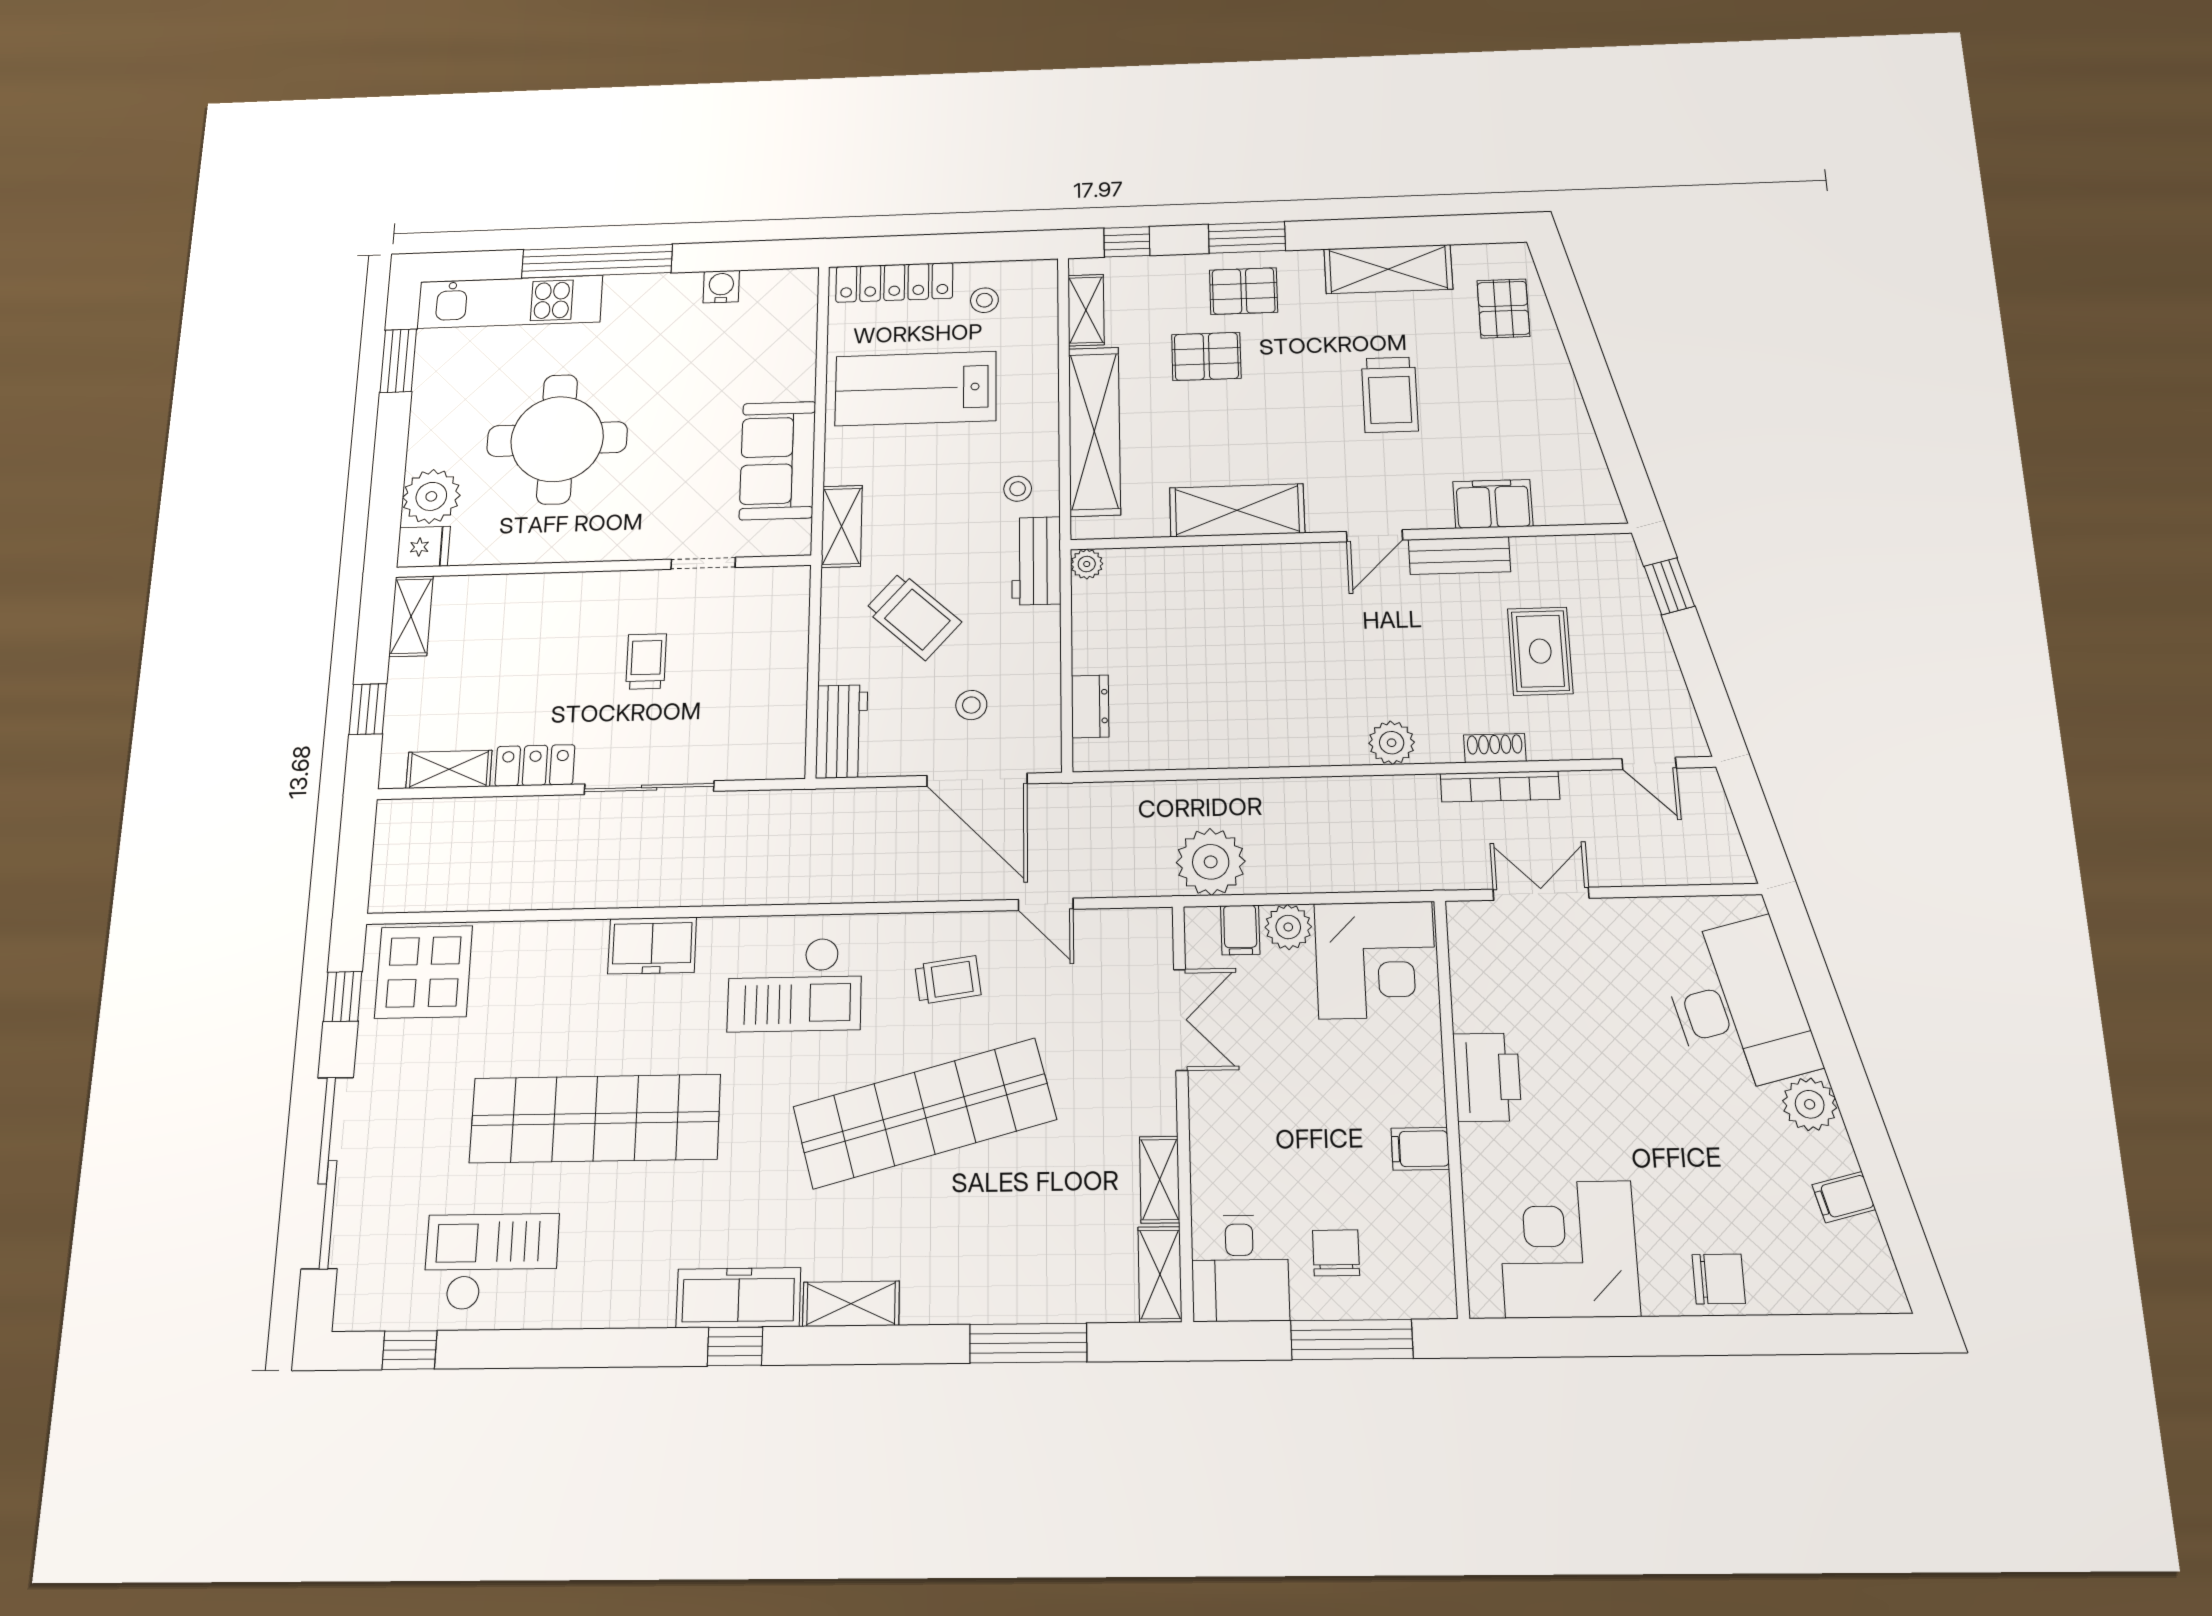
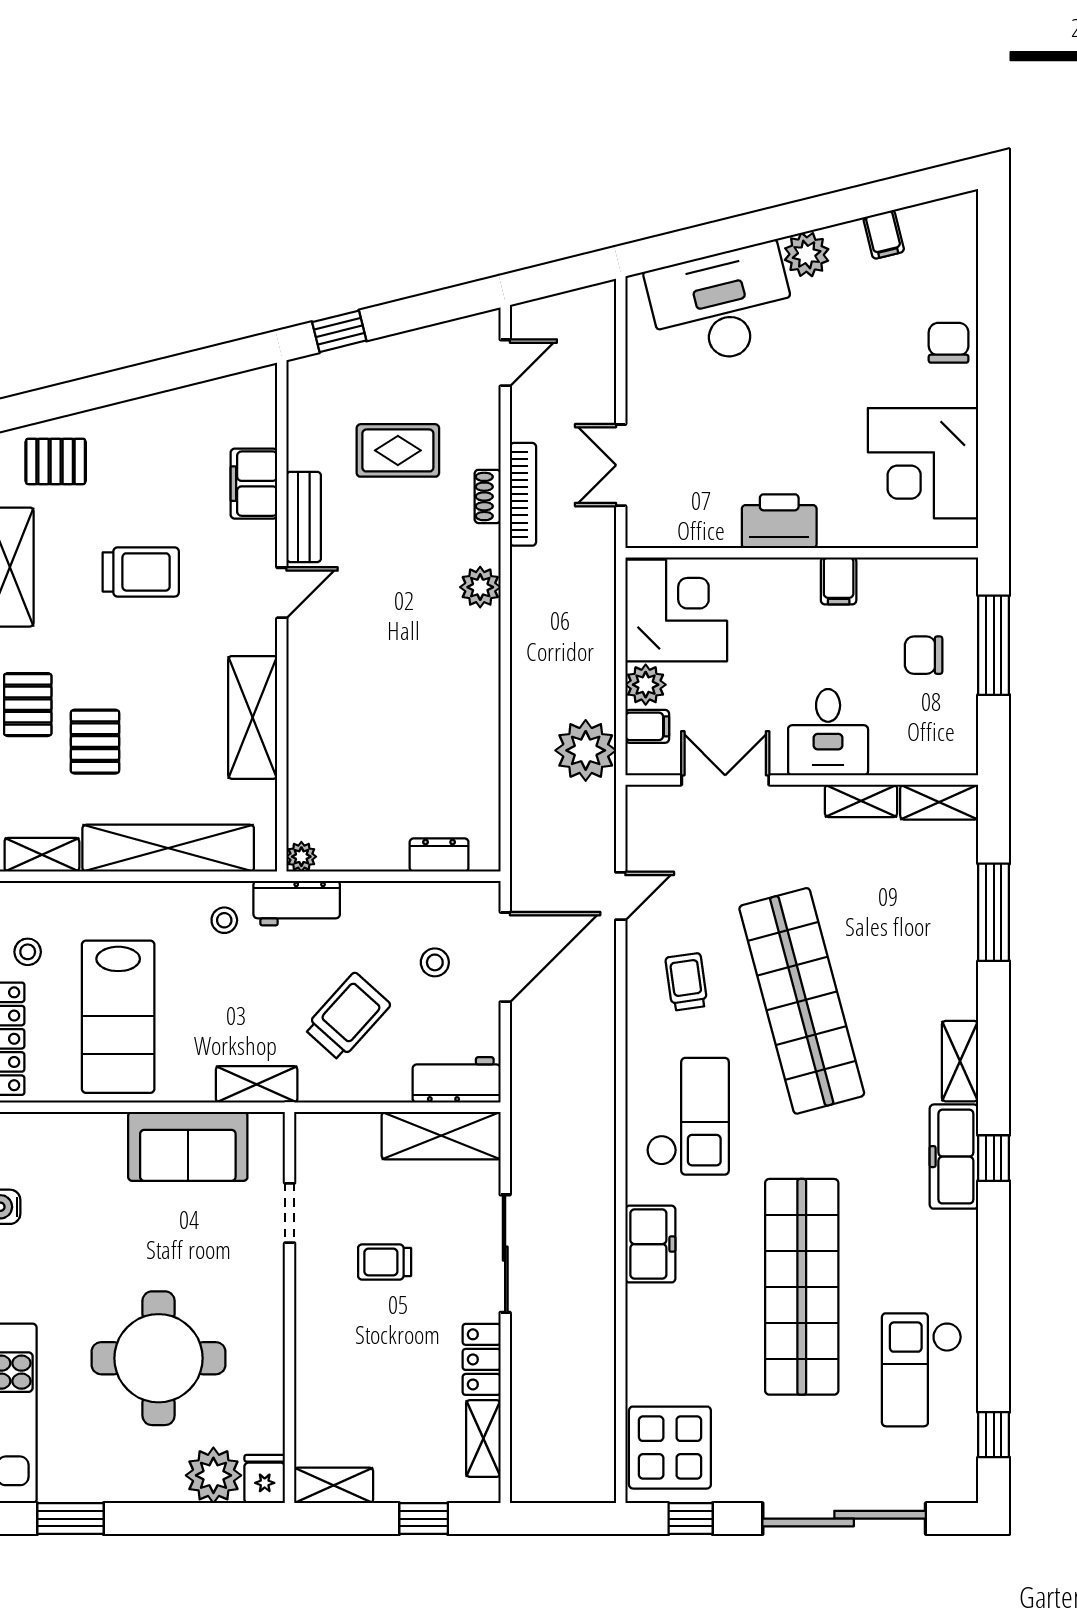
door: (1374, 536) -> (282, 593), hinge flipped
shelving: (781, 717) -> (441, 1136), added
desk: (1240, 1268) -> (828, 732), moved, turned 90

